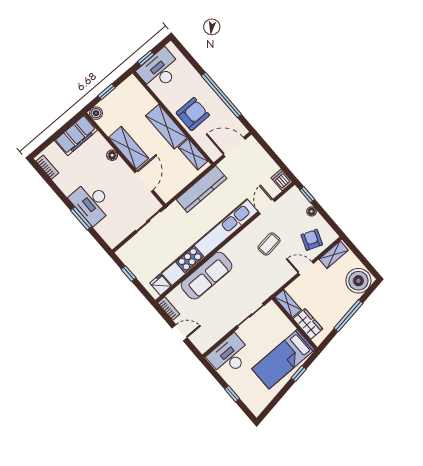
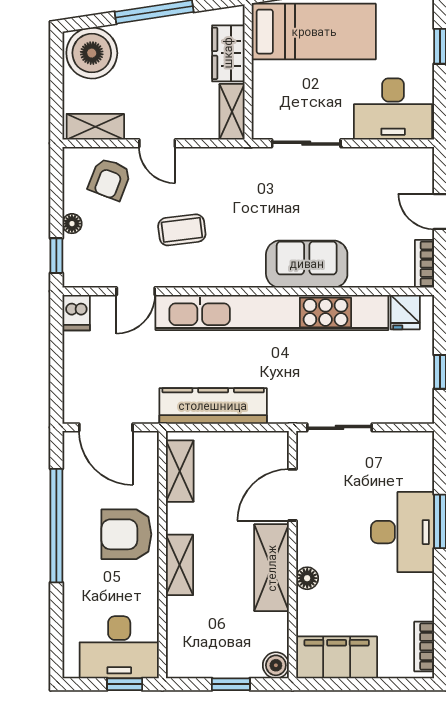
shelving: (167, 127) -> (179, 565), width x0.67, depth x0.75
sofa: (207, 276) -> (307, 264), width x0.73

